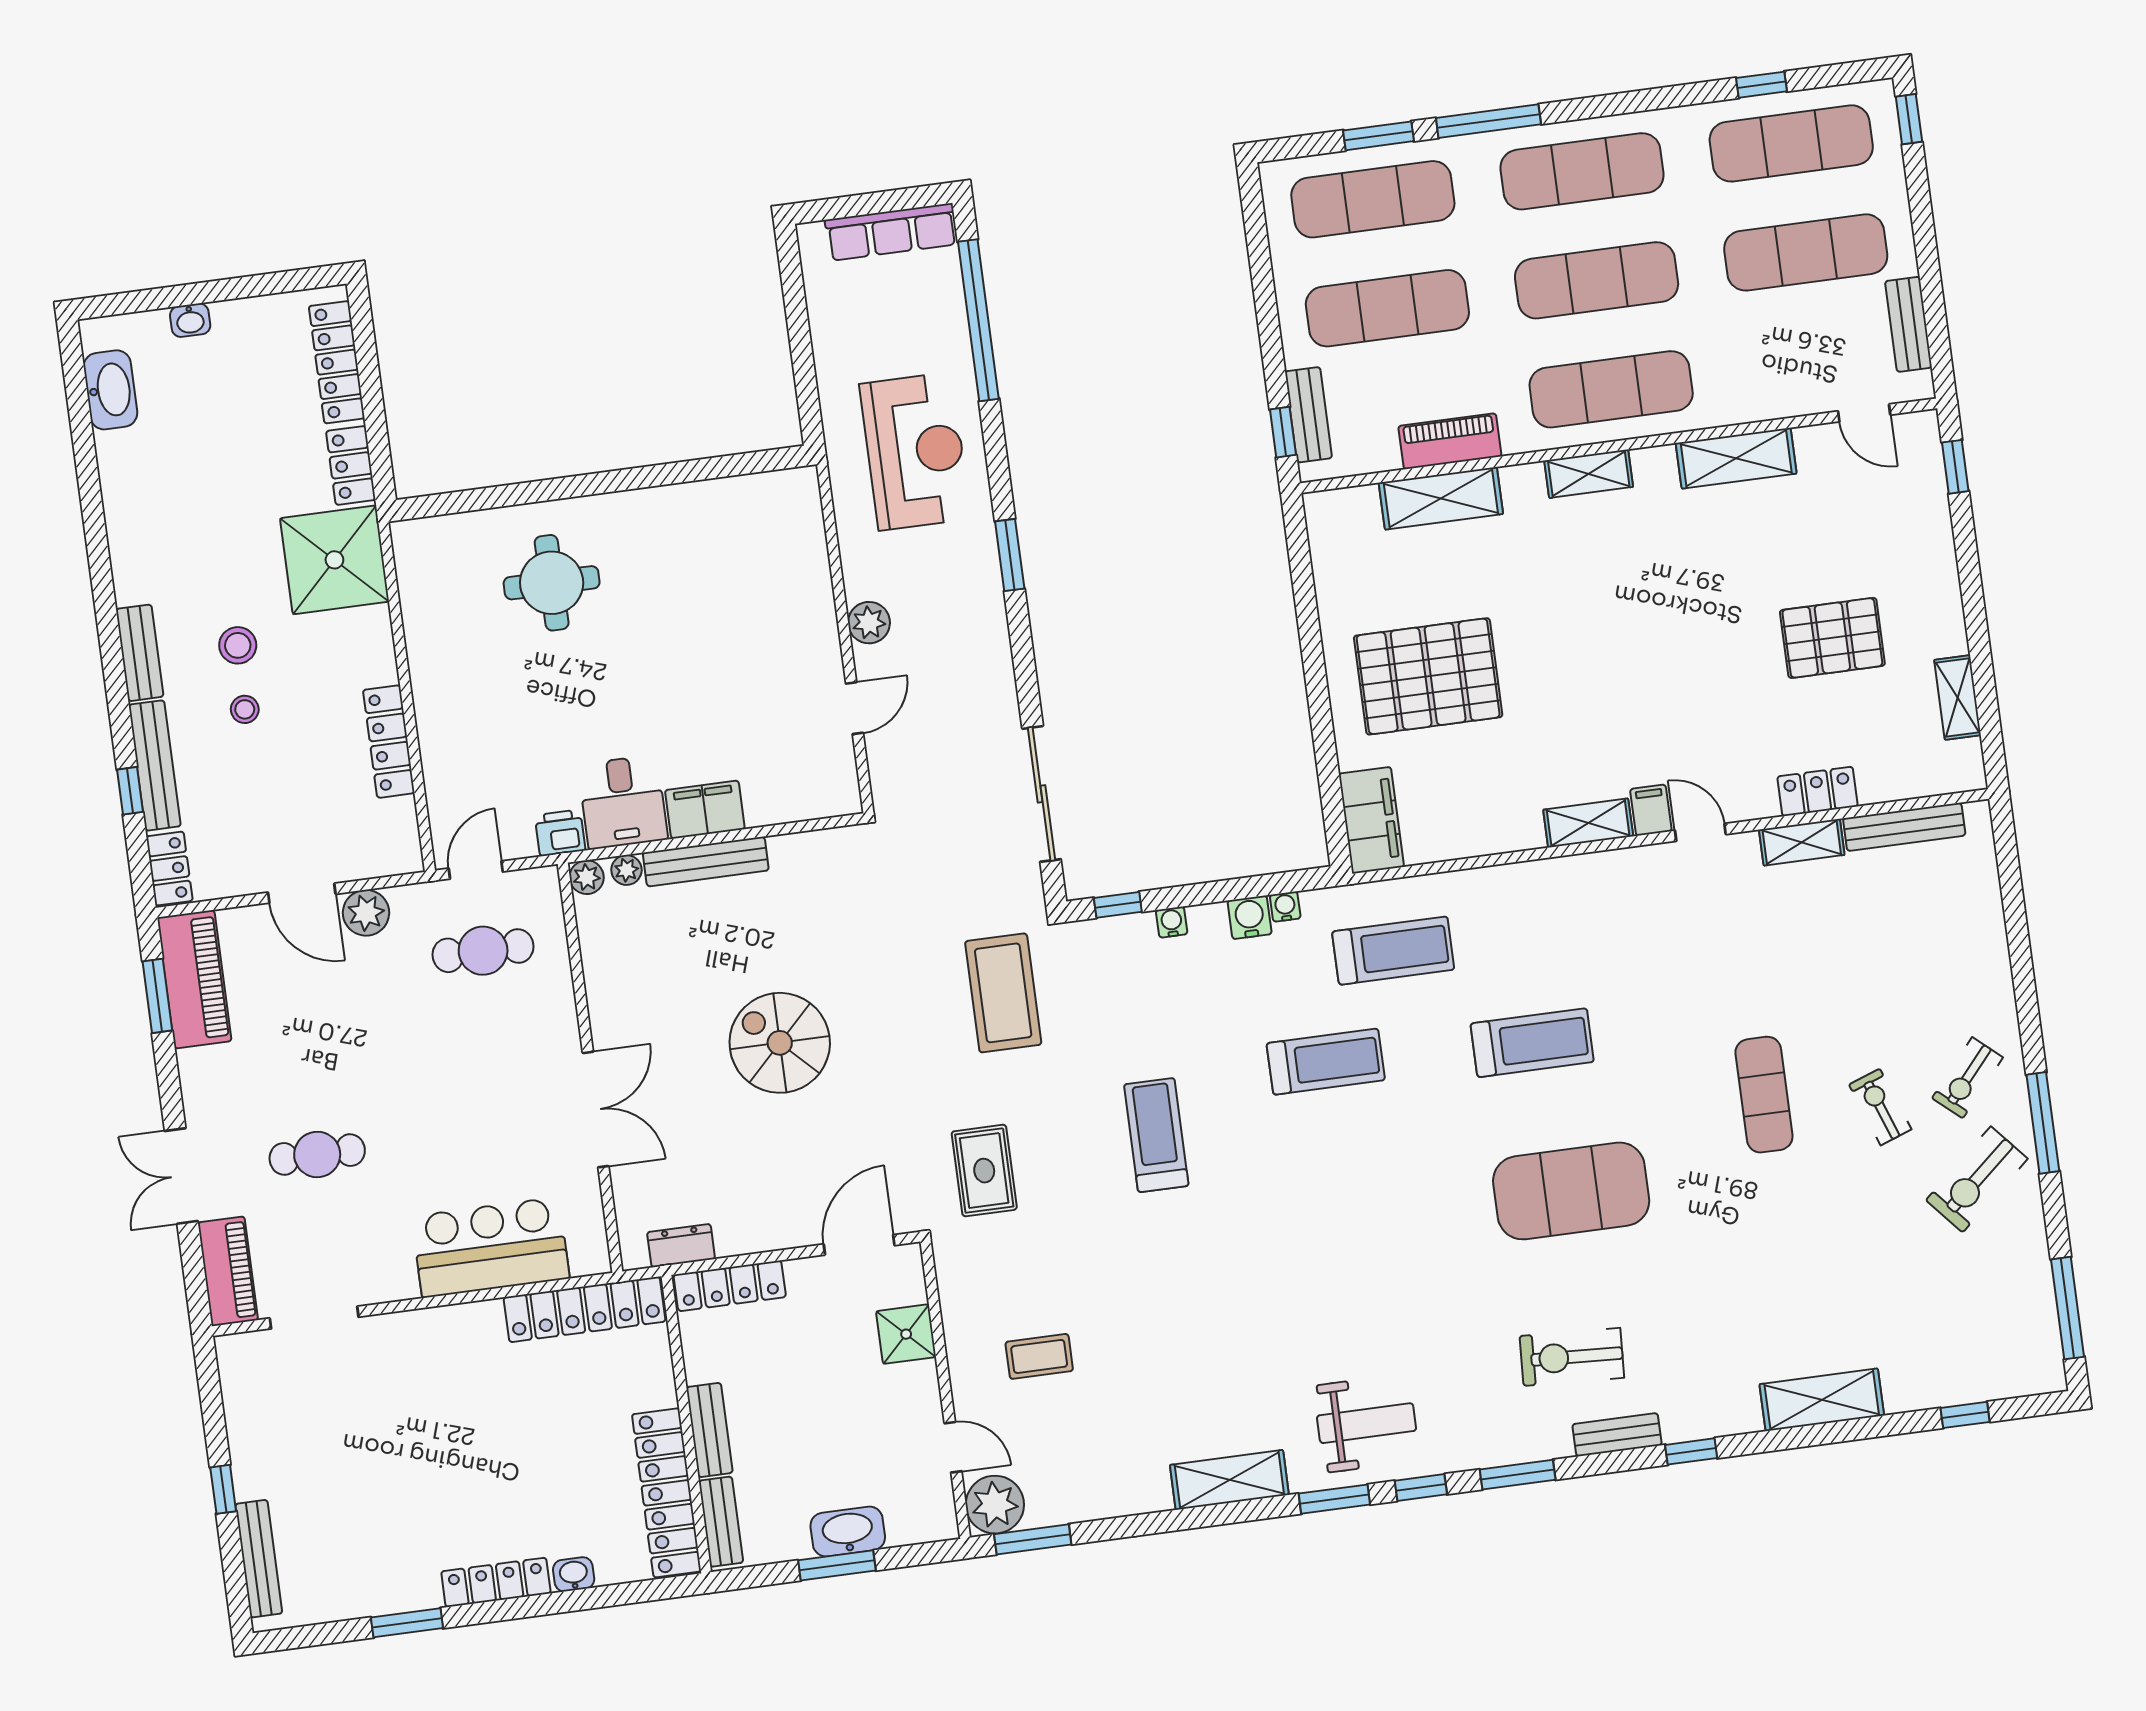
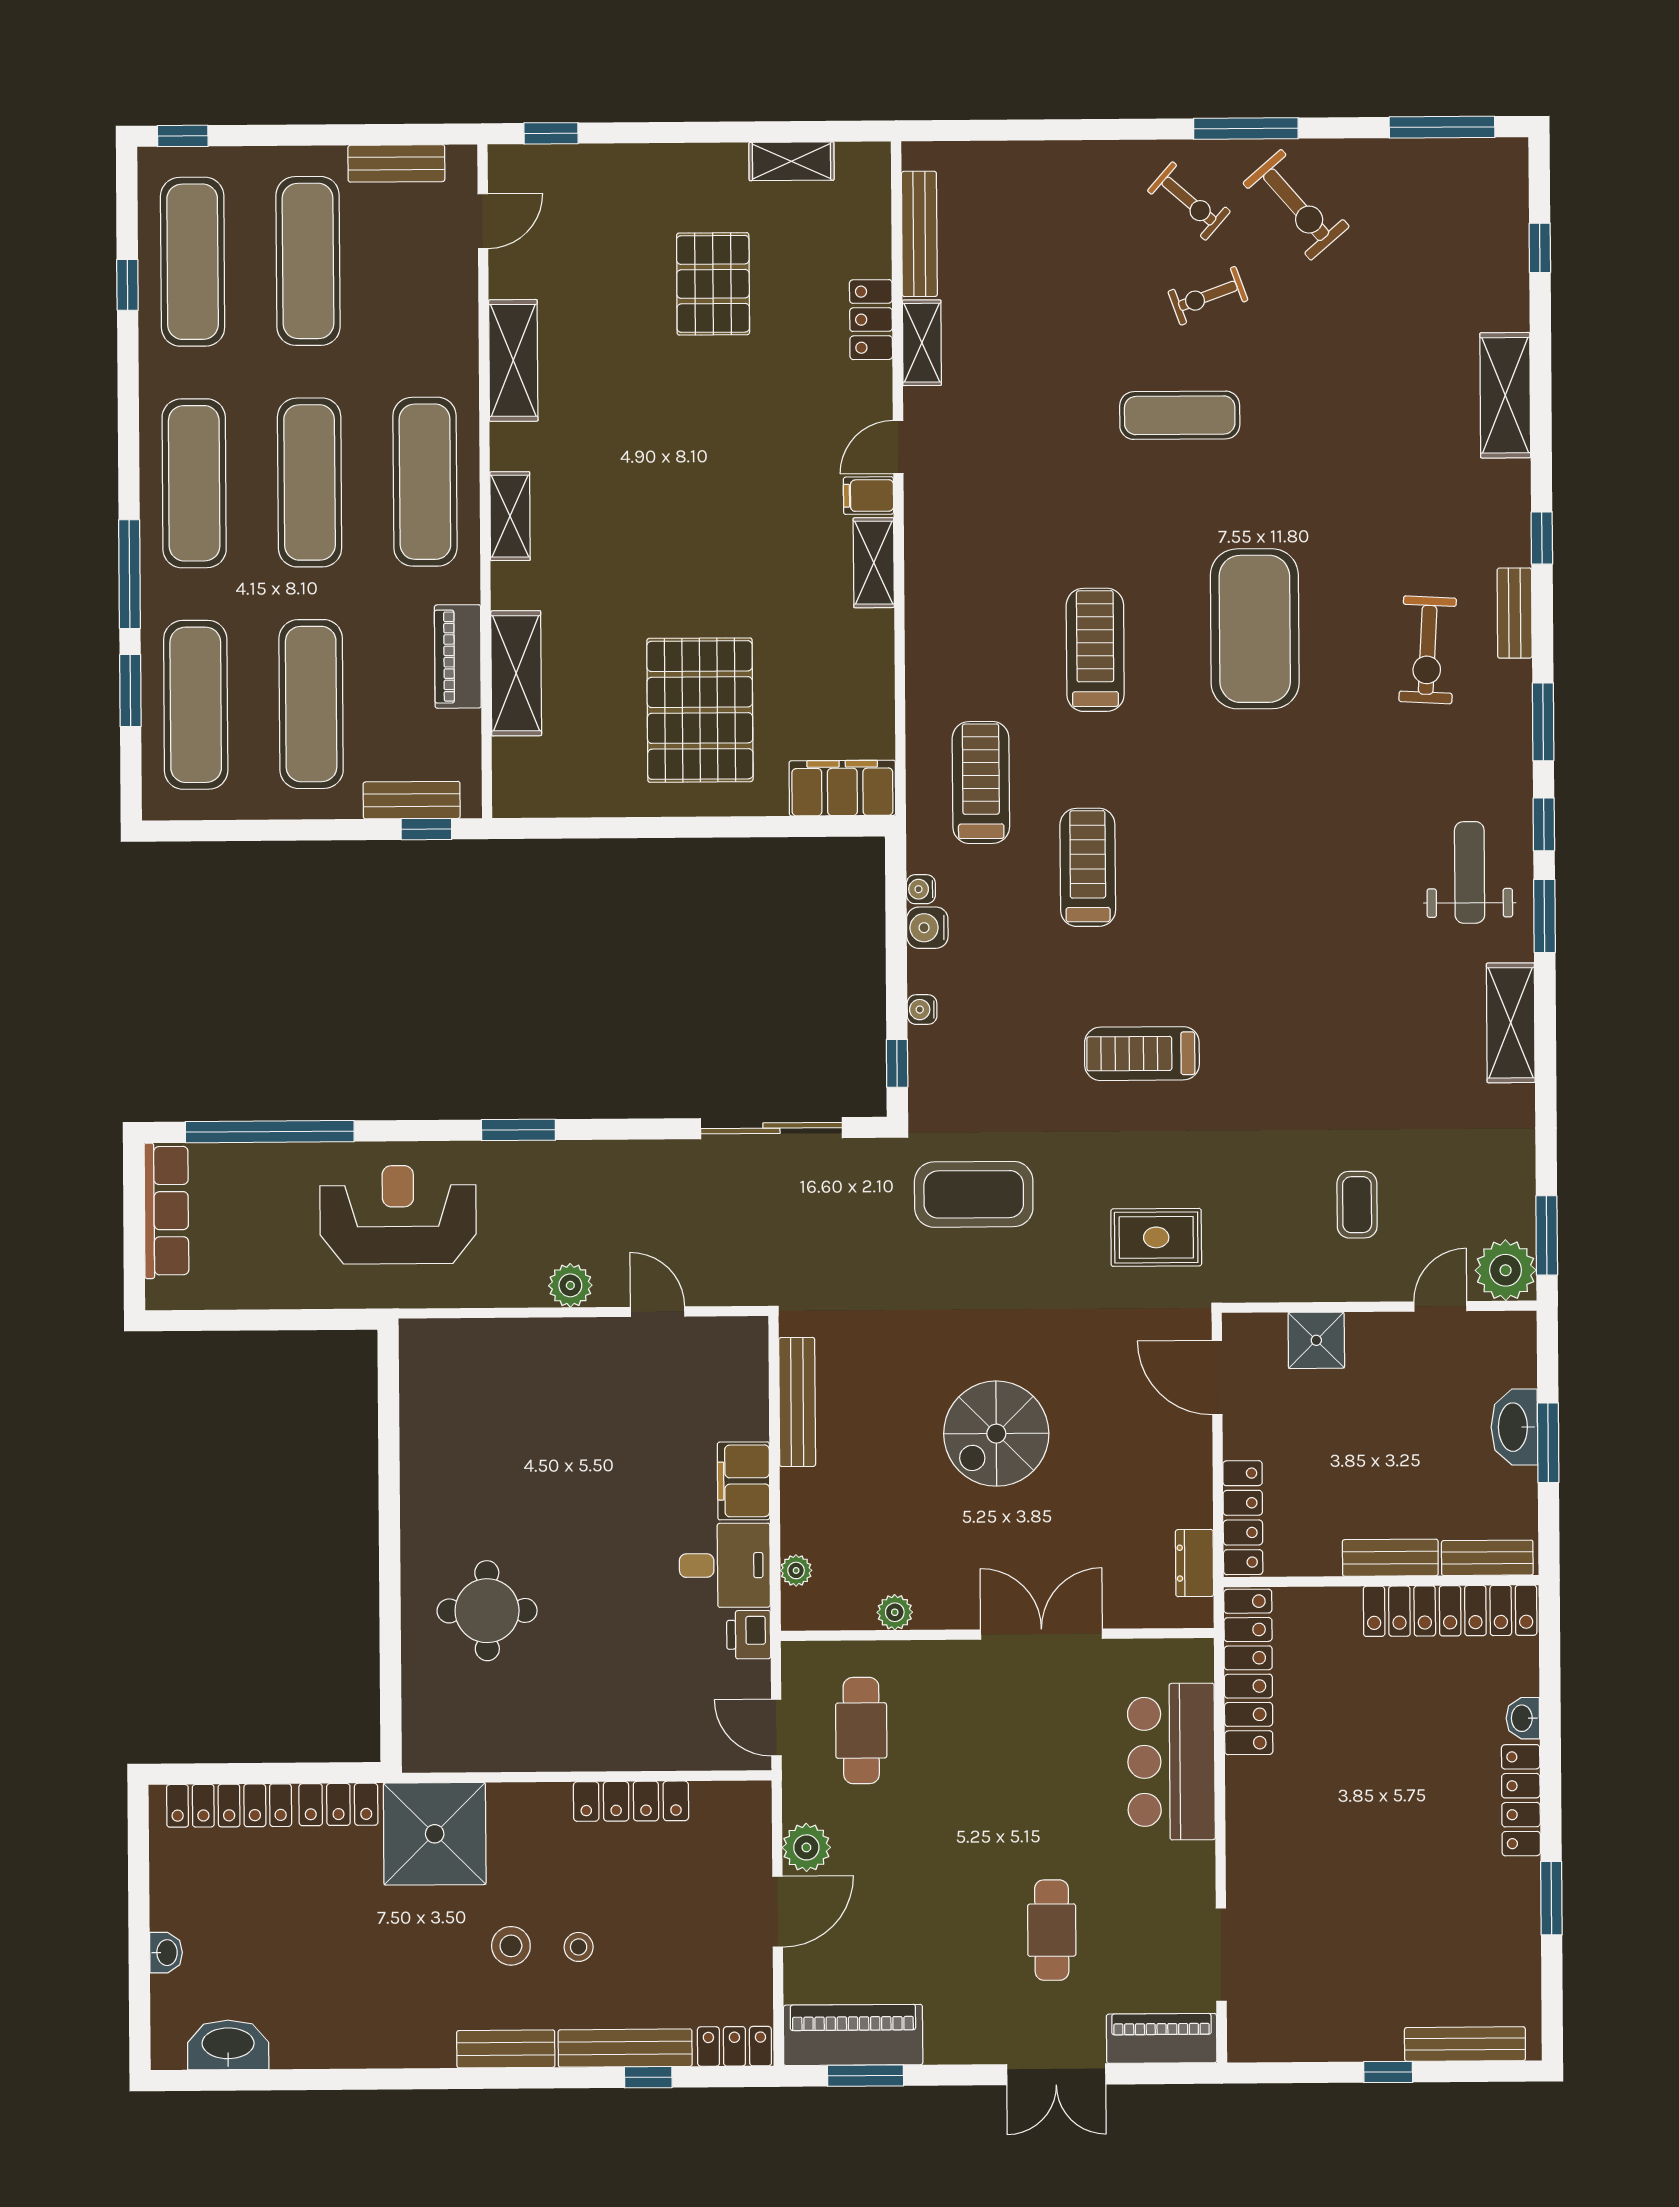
bench: (706, 862) -> (797, 1402), moved
plant: (587, 877) -> (895, 1612), moved

